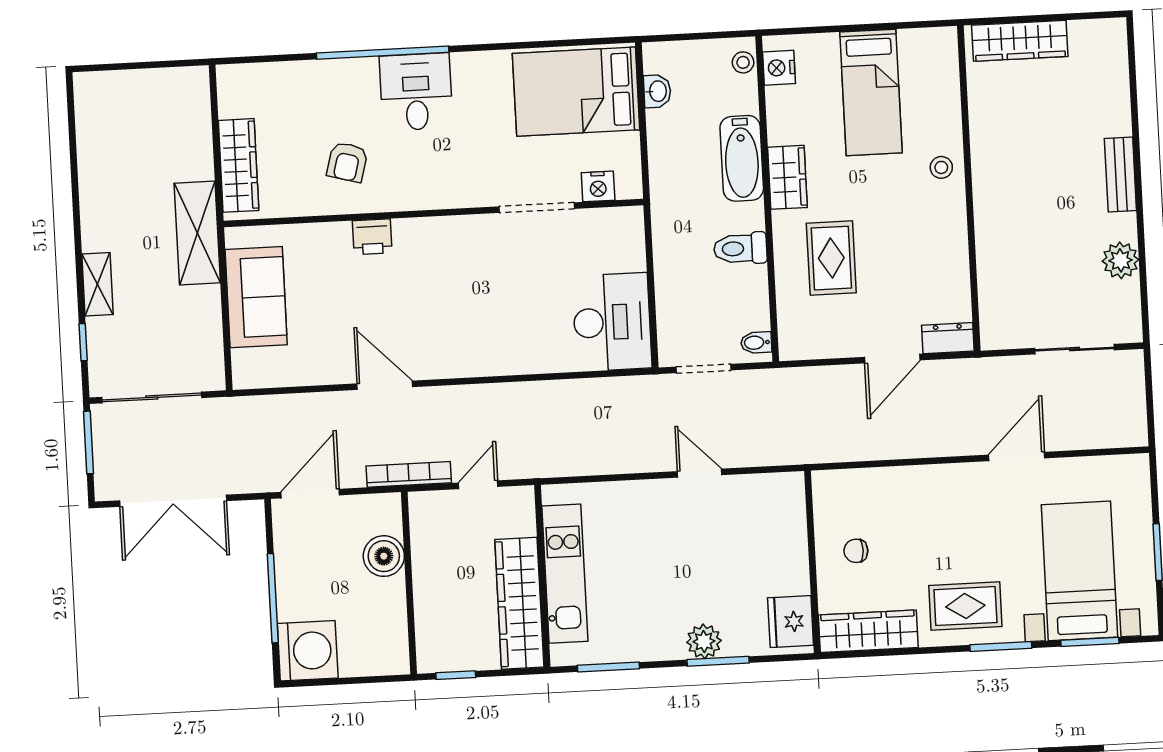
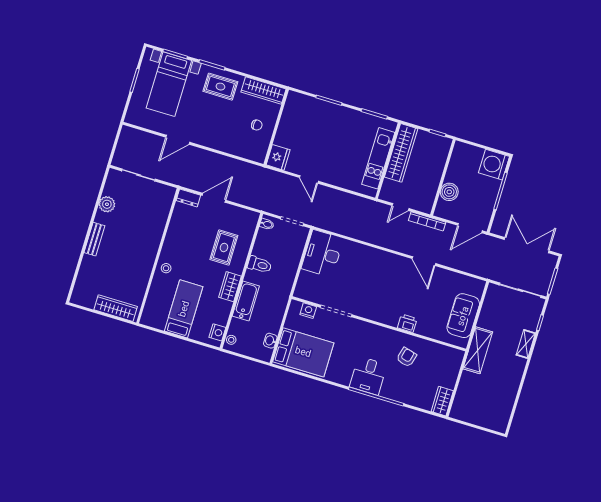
wardrobe: (239, 165) -> (442, 401), moved, width x0.67
fridge: (791, 622) -> (278, 157), moved
plant: (704, 641) -> (332, 110), removed

